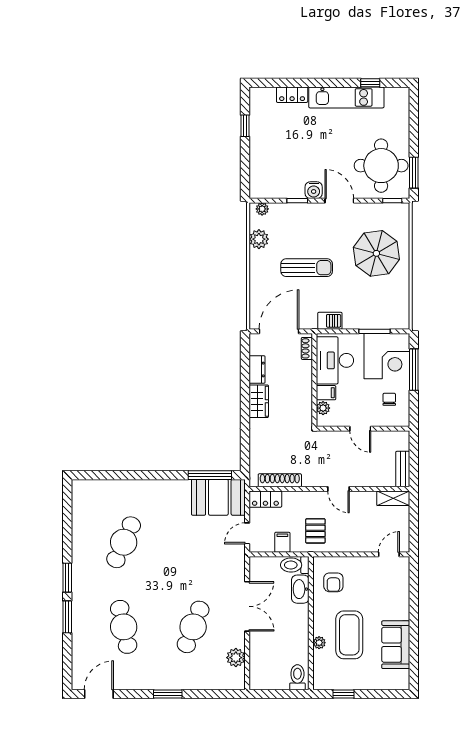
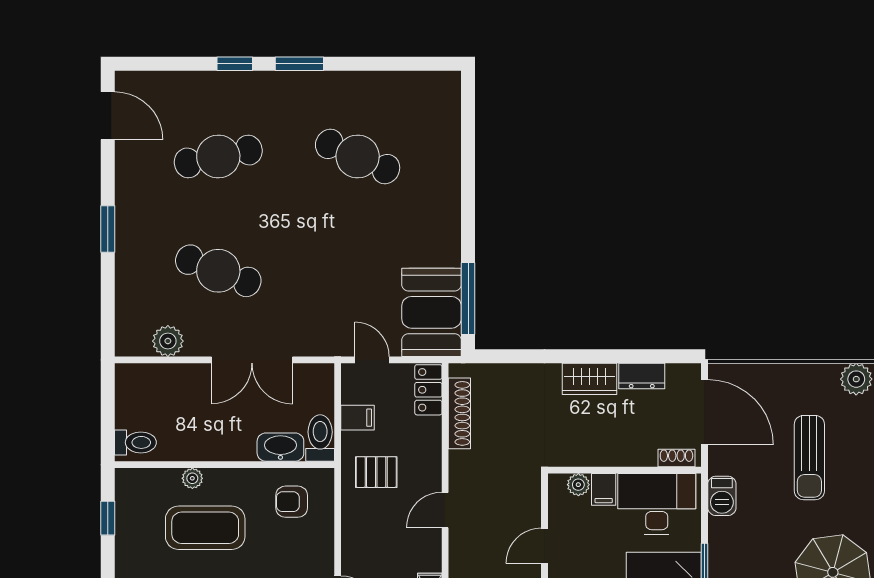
window: (67, 617) -> (235, 64), width x0.67

